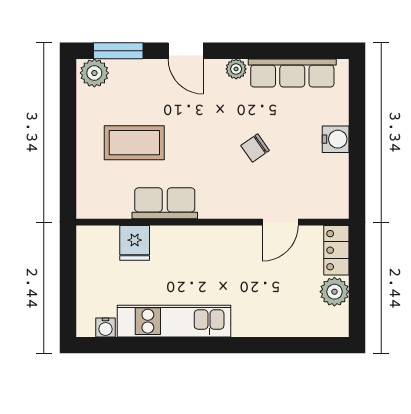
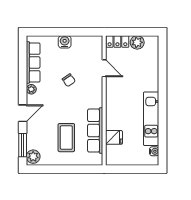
row of seats: (165, 203) -> (95, 130), width x1.48

